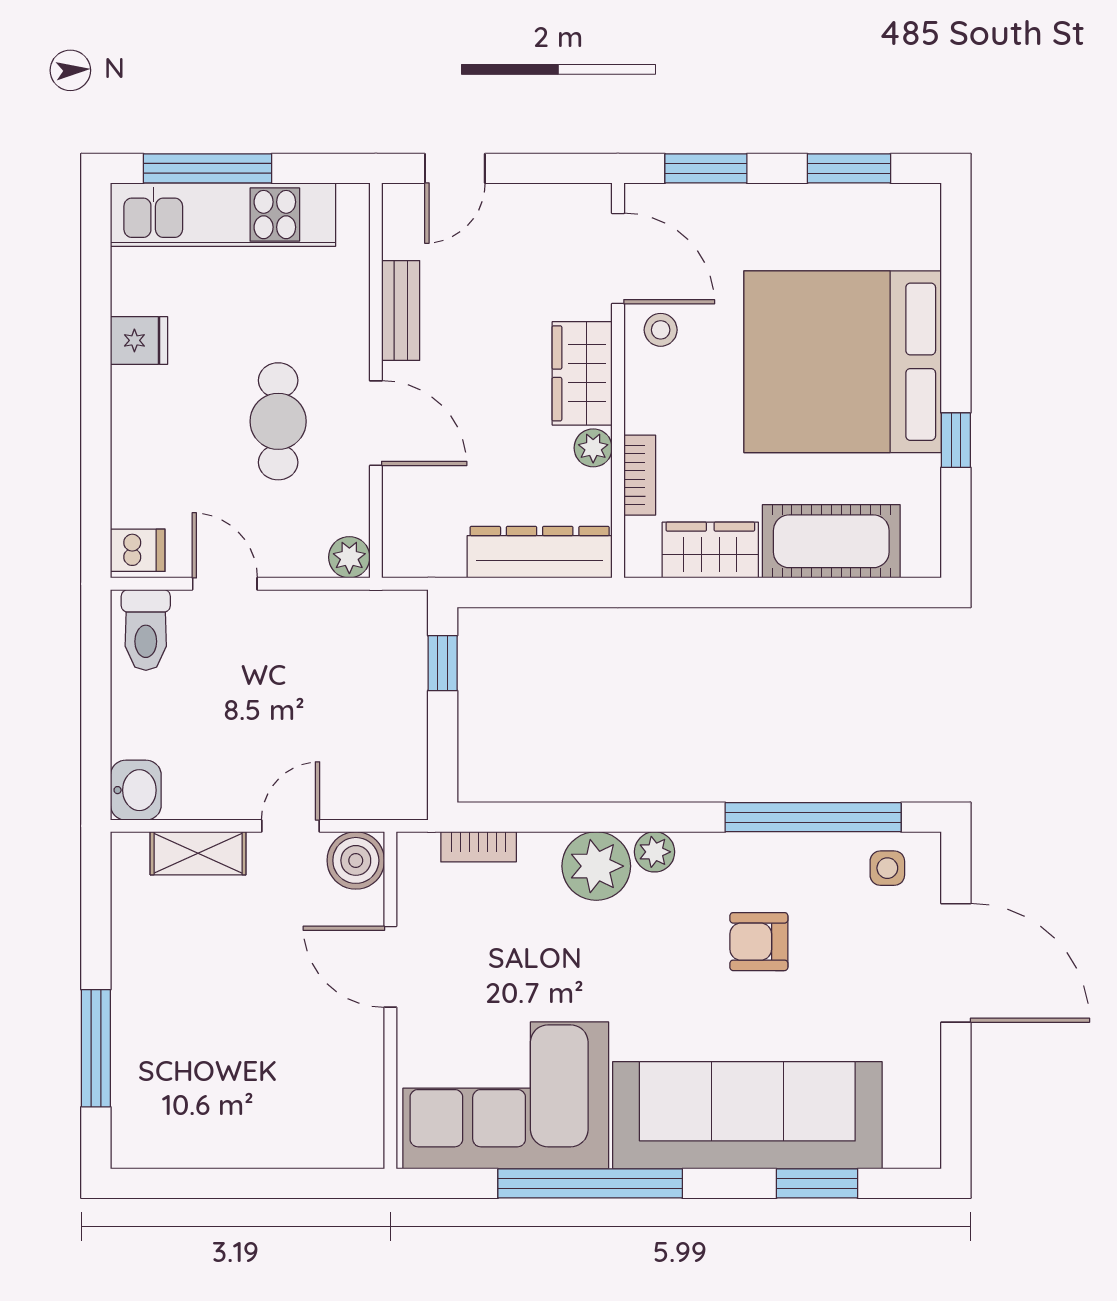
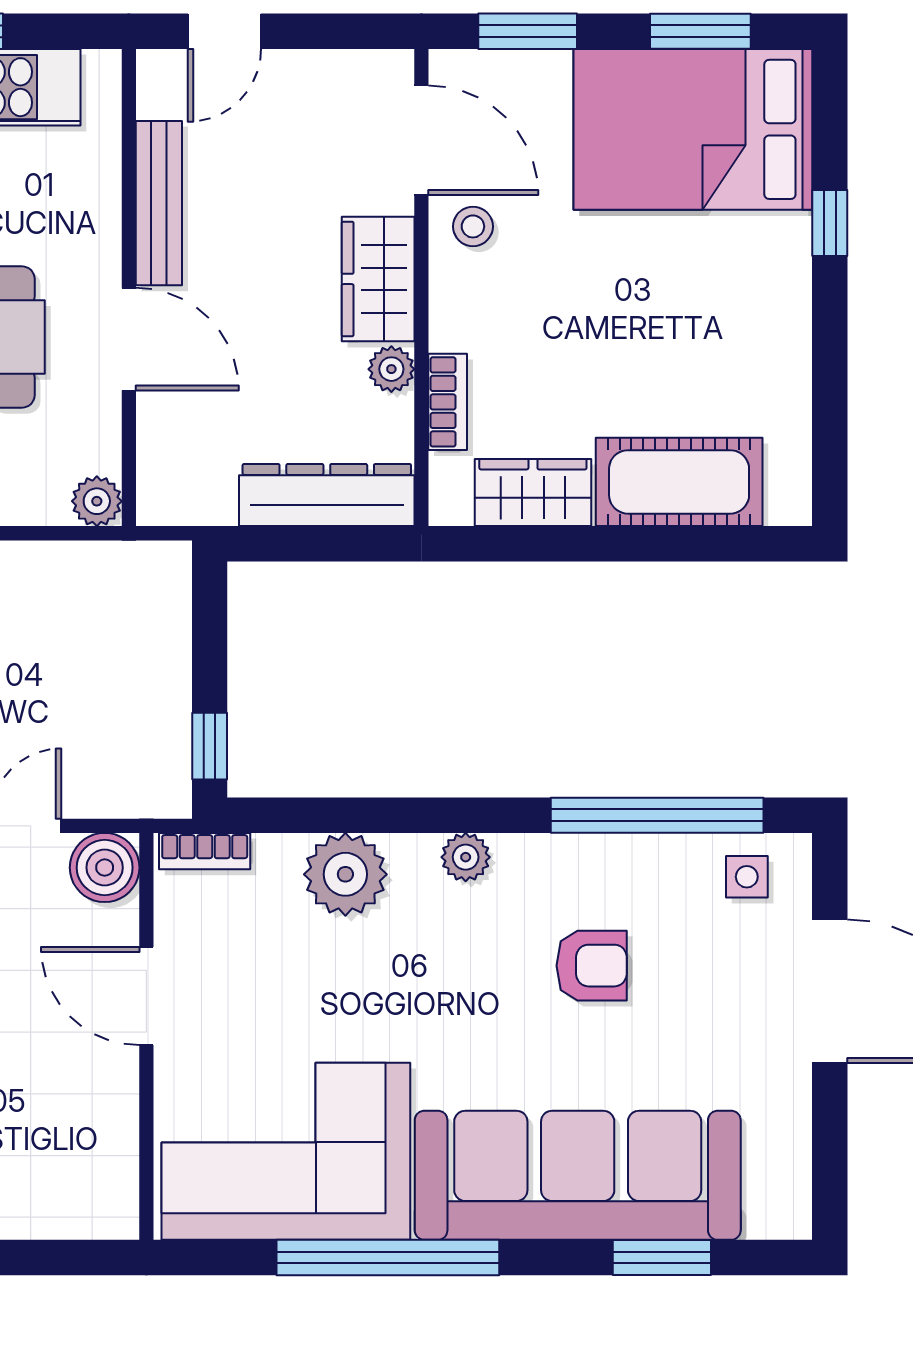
bench: (401, 310) -> (159, 203), width x1.36
bed: (843, 362) -> (693, 129), moved, width x0.73
window: (956, 440) -> (830, 223), moved
window: (443, 663) -> (210, 746), moved
bookcase: (479, 847) -> (205, 851), moved
plant: (596, 866) -> (345, 874), moved
armchair: (759, 942) -> (592, 966), turned 180

